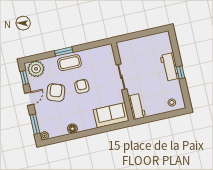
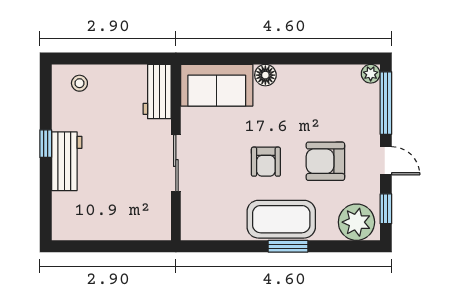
coffee table: (69, 63) -> (281, 219), width x1.36, depth x1.32
armchair: (56, 93) -> (325, 161), turned 71
door: (29, 99) -> (386, 161), swing flipped
window: (35, 124) -> (386, 103), width x1.44
floor lamp: (72, 129) -> (265, 75), moved

